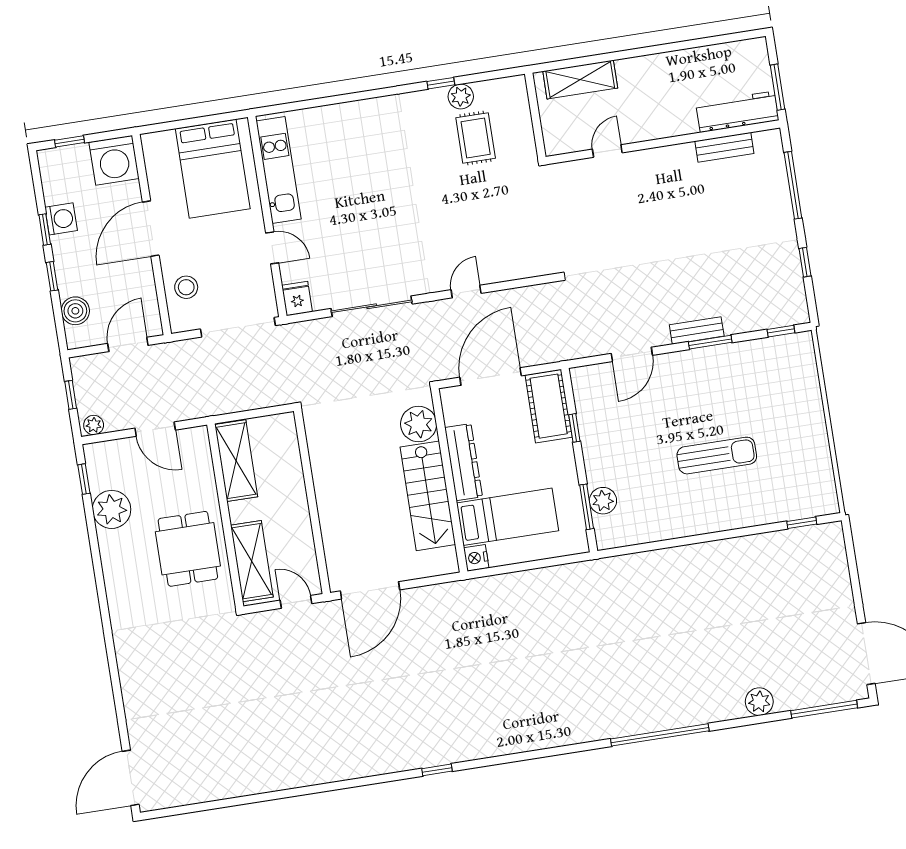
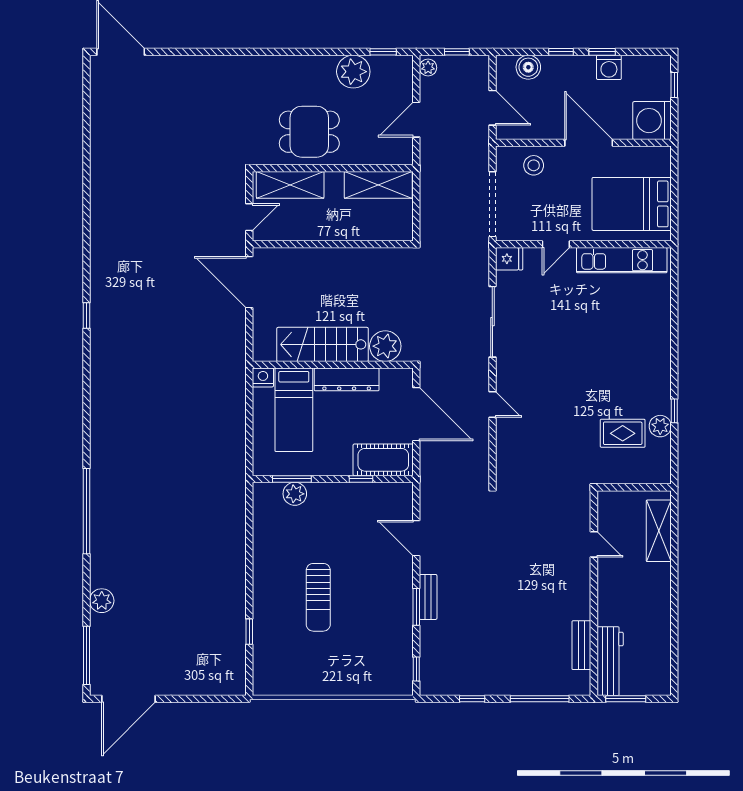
window: (802, 523) -> (249, 632), moved

